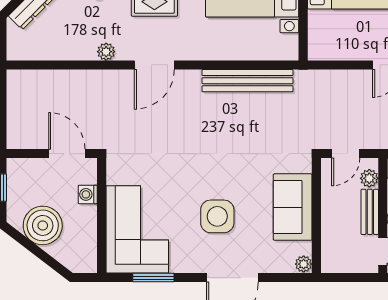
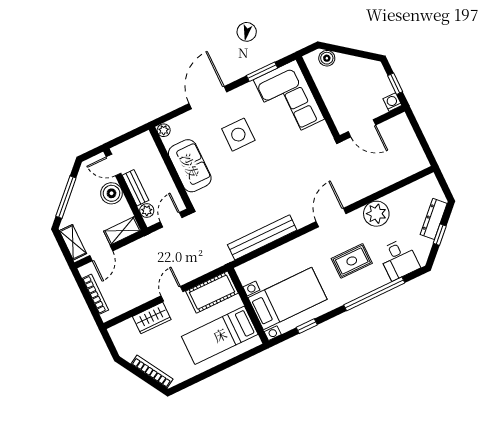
cot: (338, 44) -> (212, 292), added
plant: (106, 52) -> (376, 214), width x1.87, depth x1.87
washing machine: (88, 194) -> (392, 102), moved, turned -90
boiler: (43, 225) -> (327, 58), moved, width x0.54, depth x0.54

